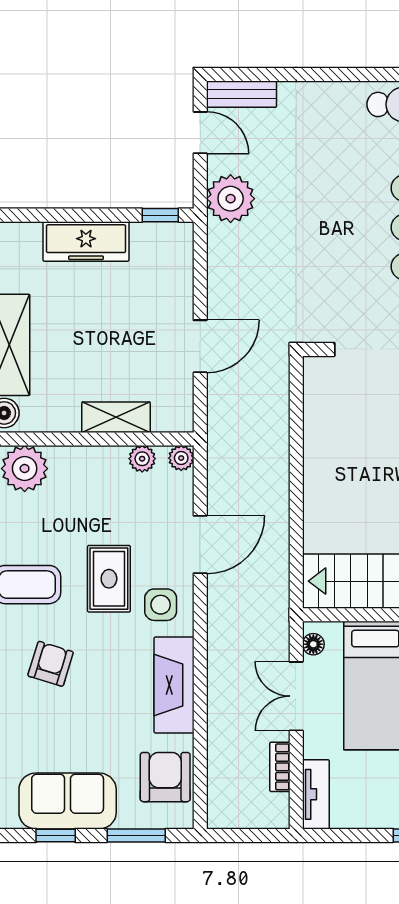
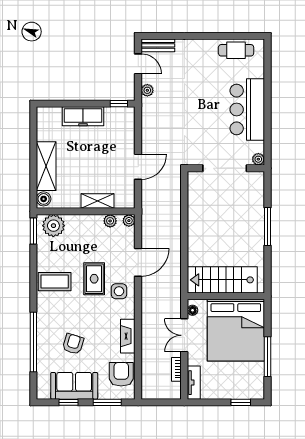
plant: (231, 199) -> (147, 90), width x0.53, depth x0.53
armchair: (51, 664) -> (73, 344), moved
fireplace: (174, 685) -> (128, 336), width x0.73, depth x0.76

